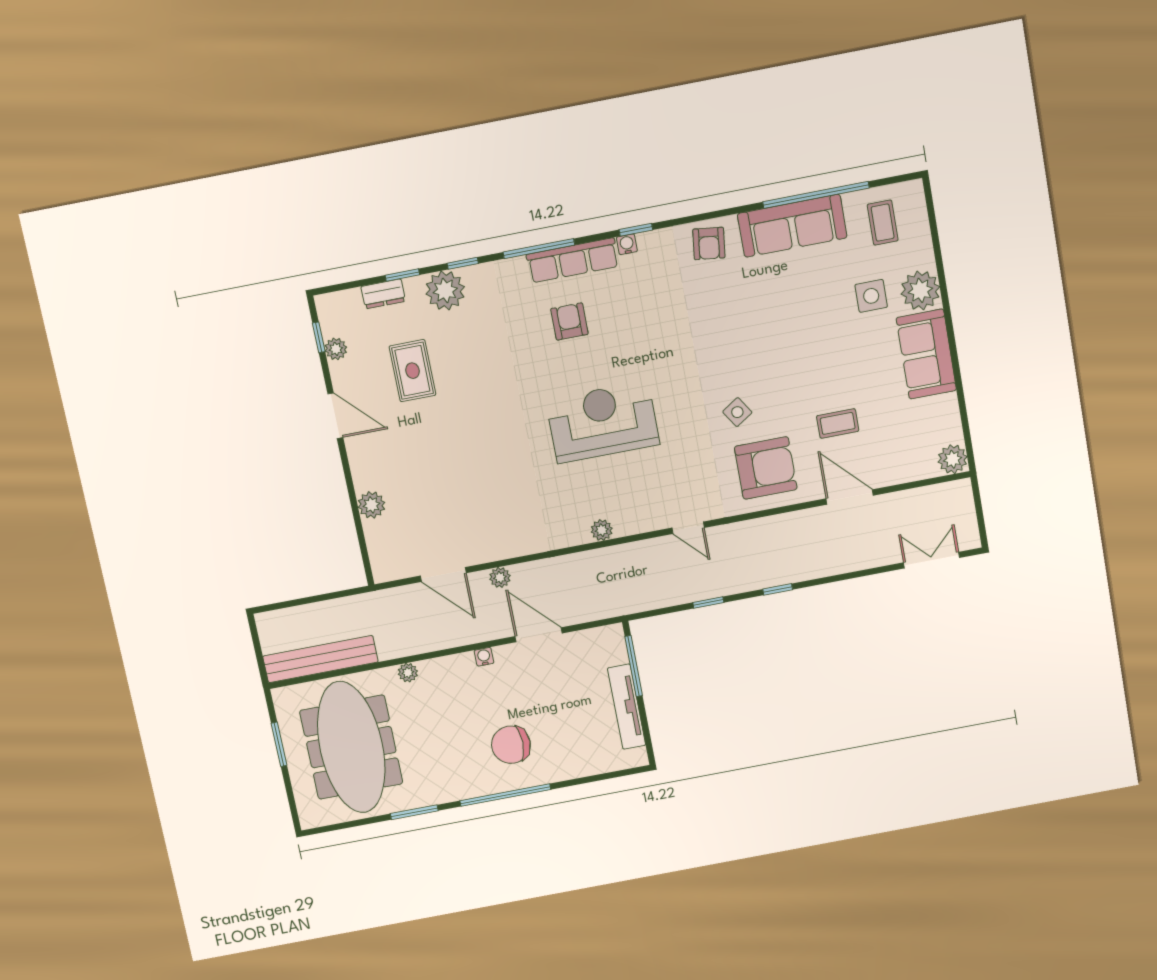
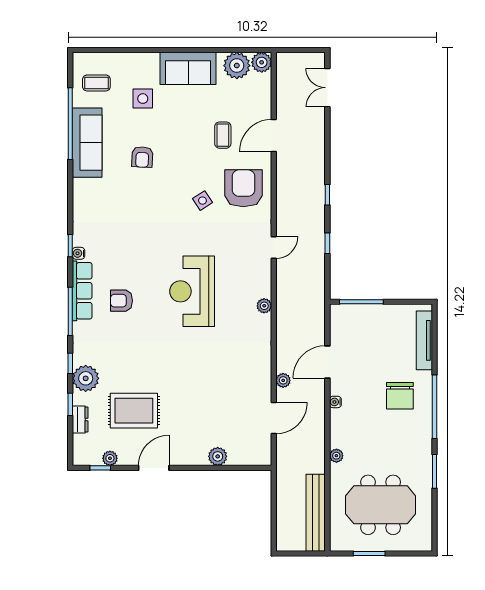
armchair: (709, 243) -> (142, 157), moved, turned 86
plant: (920, 290) -> (237, 66), moved
rug: (412, 371) -> (134, 411), width x1.36, depth x1.43
tv unit: (627, 707) -> (424, 340), moved, turned 90
meeting table: (351, 747) -> (381, 505), width x0.73

